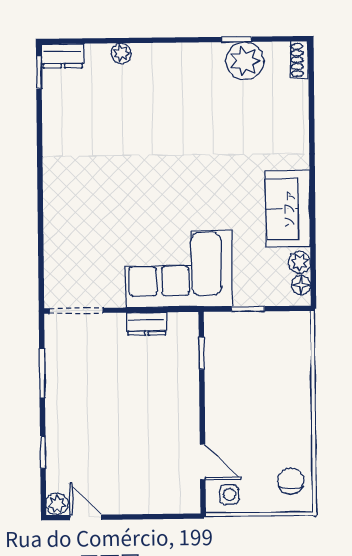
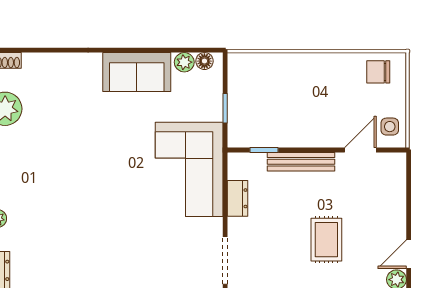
bench: (189, 395) -> (301, 162), added
rug: (101, 424) -> (326, 240), added

